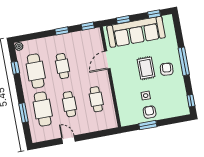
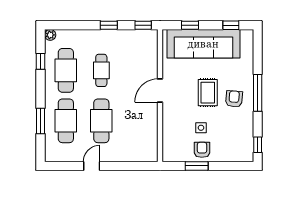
door: (107, 60) -> (160, 91), moved
cafe table: (96, 99) -> (137, 121), removed
cafe table: (69, 104) -> (101, 121), width x1.37, depth x1.35
door: (68, 140) -> (92, 166), hinge flipped

